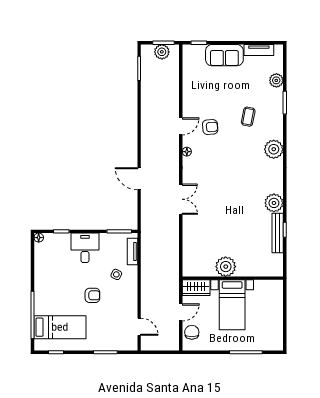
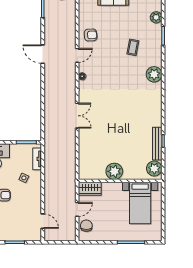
armchair: (210, 127) -> (91, 35), moved
door: (139, 179) -> (43, 54), moved
plant: (274, 203) -> (154, 169), moved
bed with nightstands: (232, 305) -> (140, 203), moved

